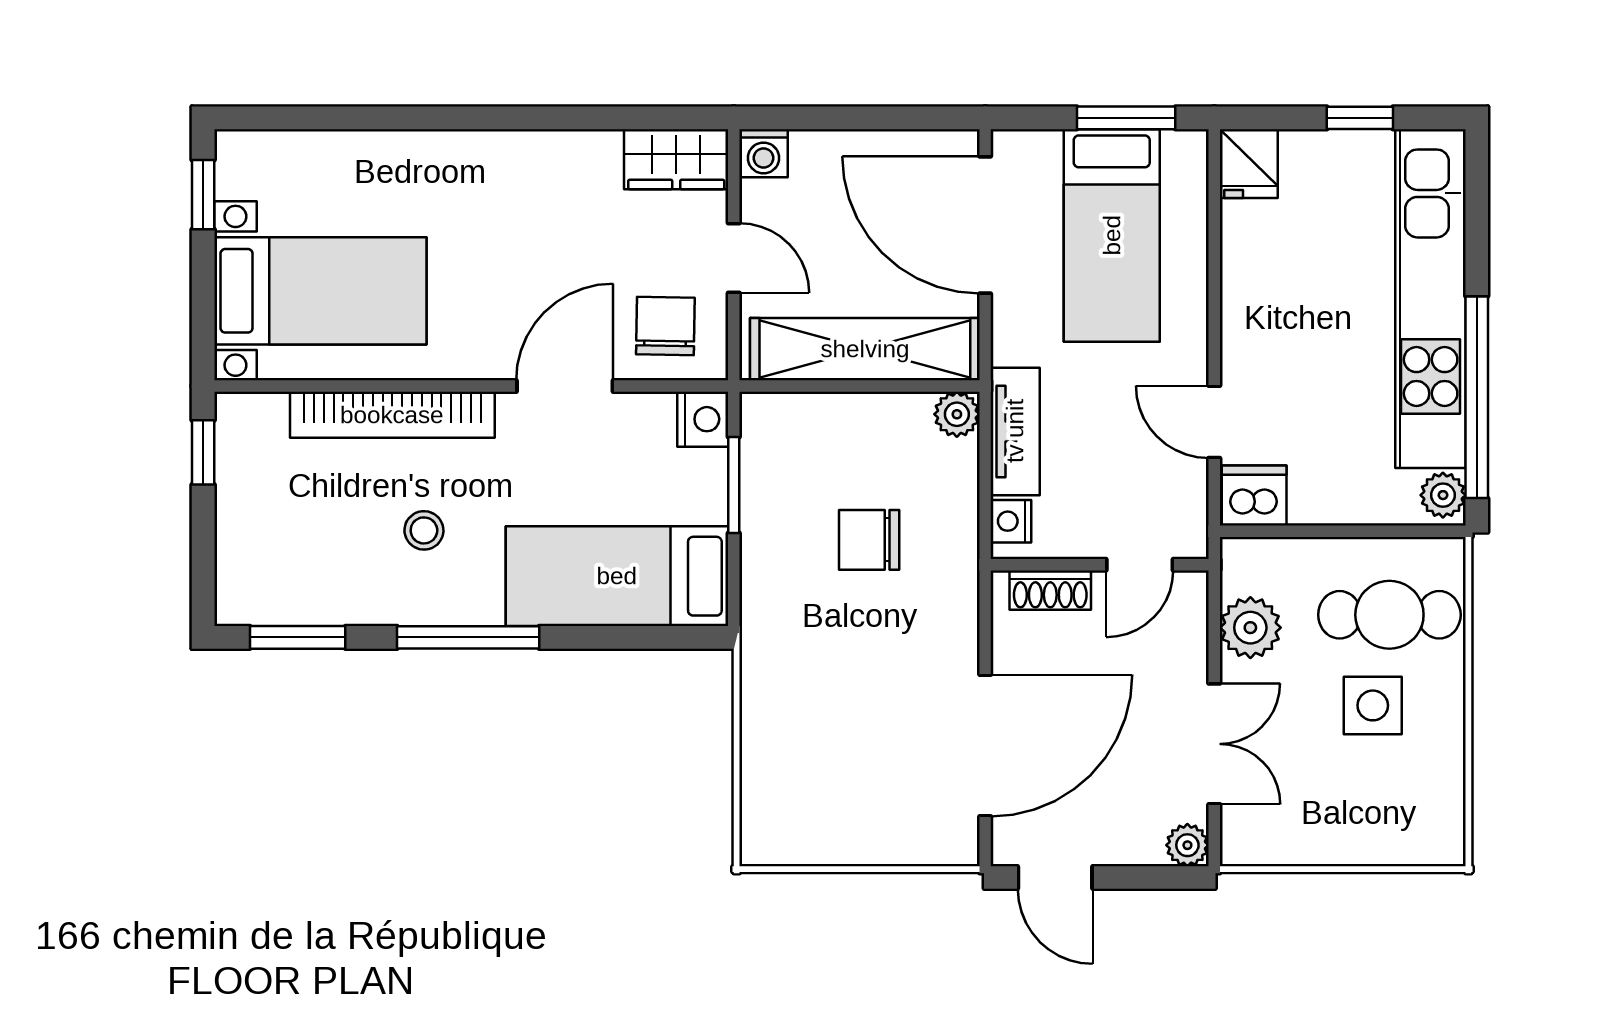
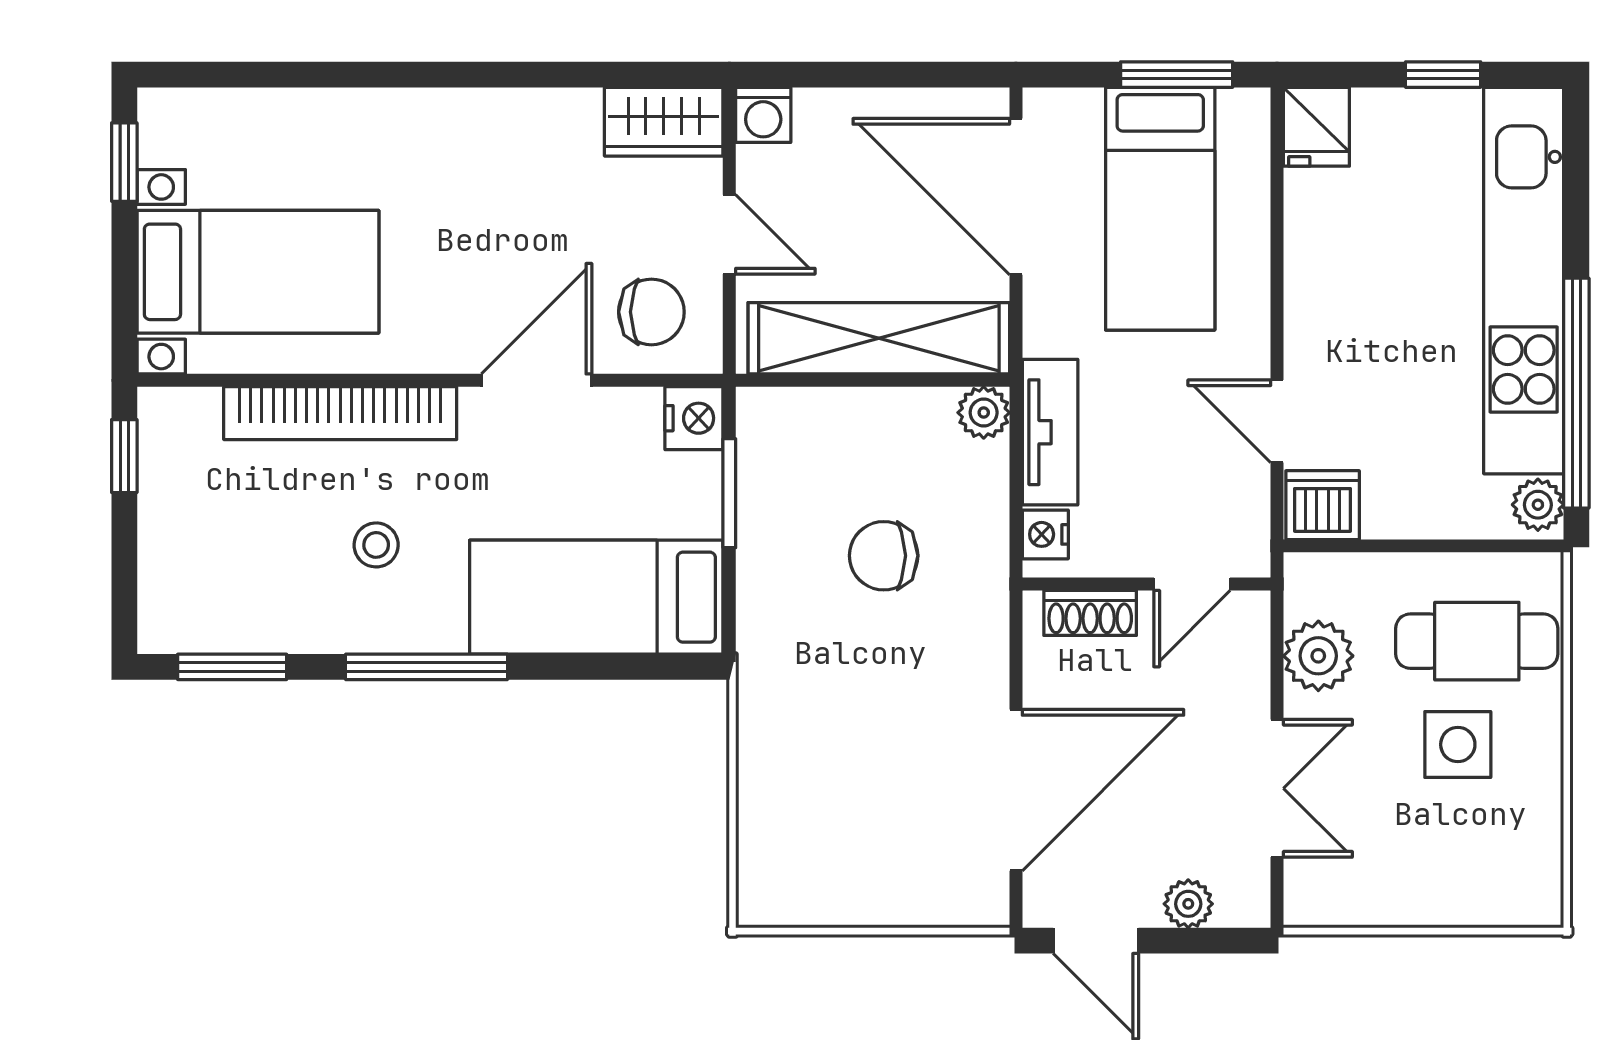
chair: (665, 326) -> (651, 312), turned 89
plant: (1187, 845) -> (1188, 904), moved

